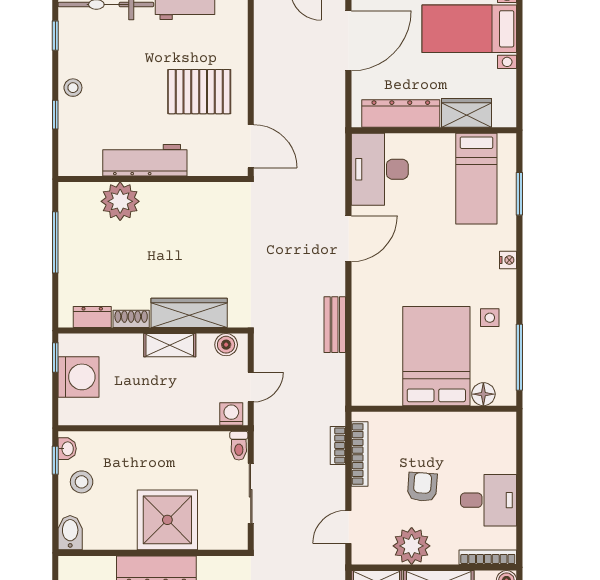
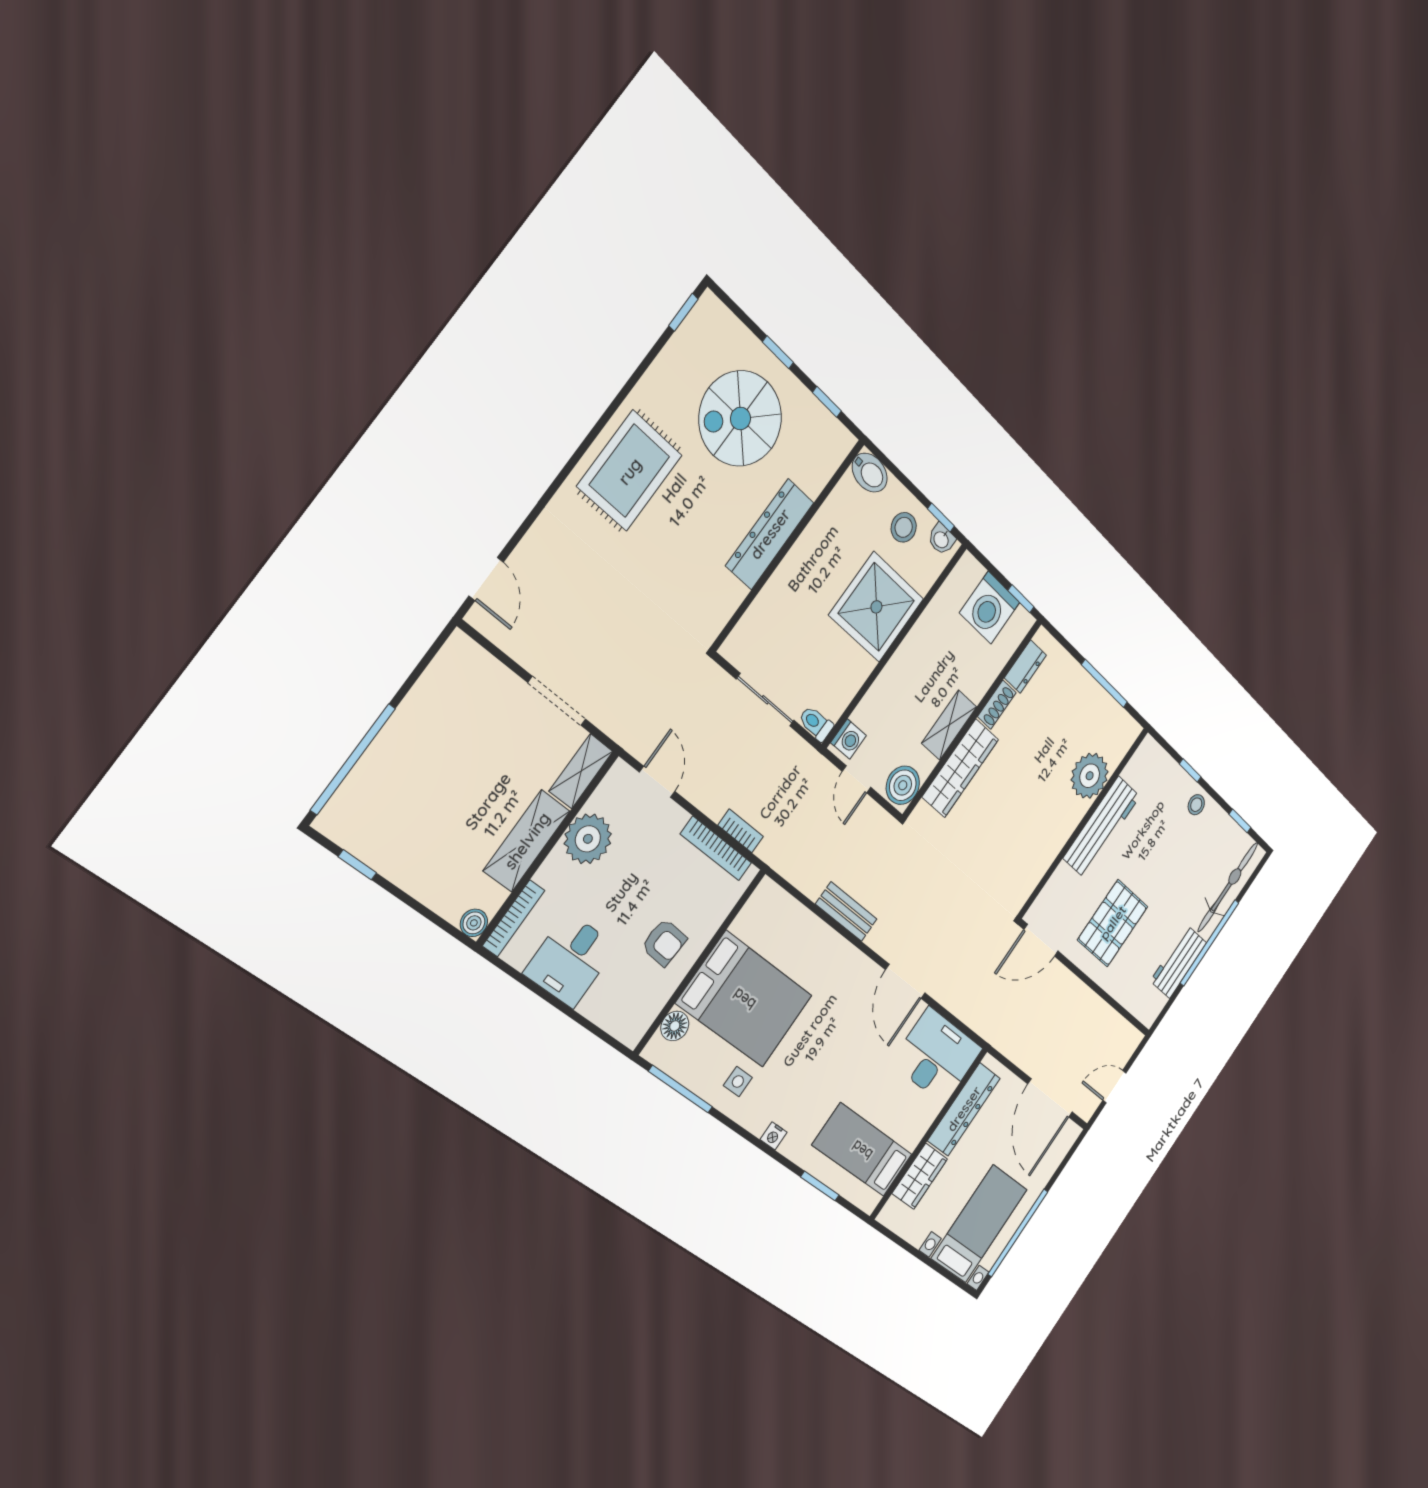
boiler: (226, 345) -> (903, 785), width x1.36, depth x1.36
armchair: (422, 487) -> (664, 942), moved
shower: (167, 520) -> (876, 607), moved

